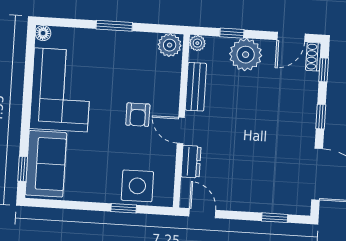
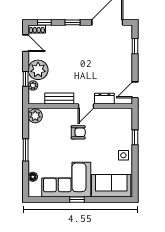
floor lamp: (43, 33) -> (33, 177), moved
plant: (197, 43) -> (33, 85), moved
window: (23, 169) -> (77, 200), moved
side table: (137, 186) -> (123, 155), moved, width x0.54, depth x0.54

